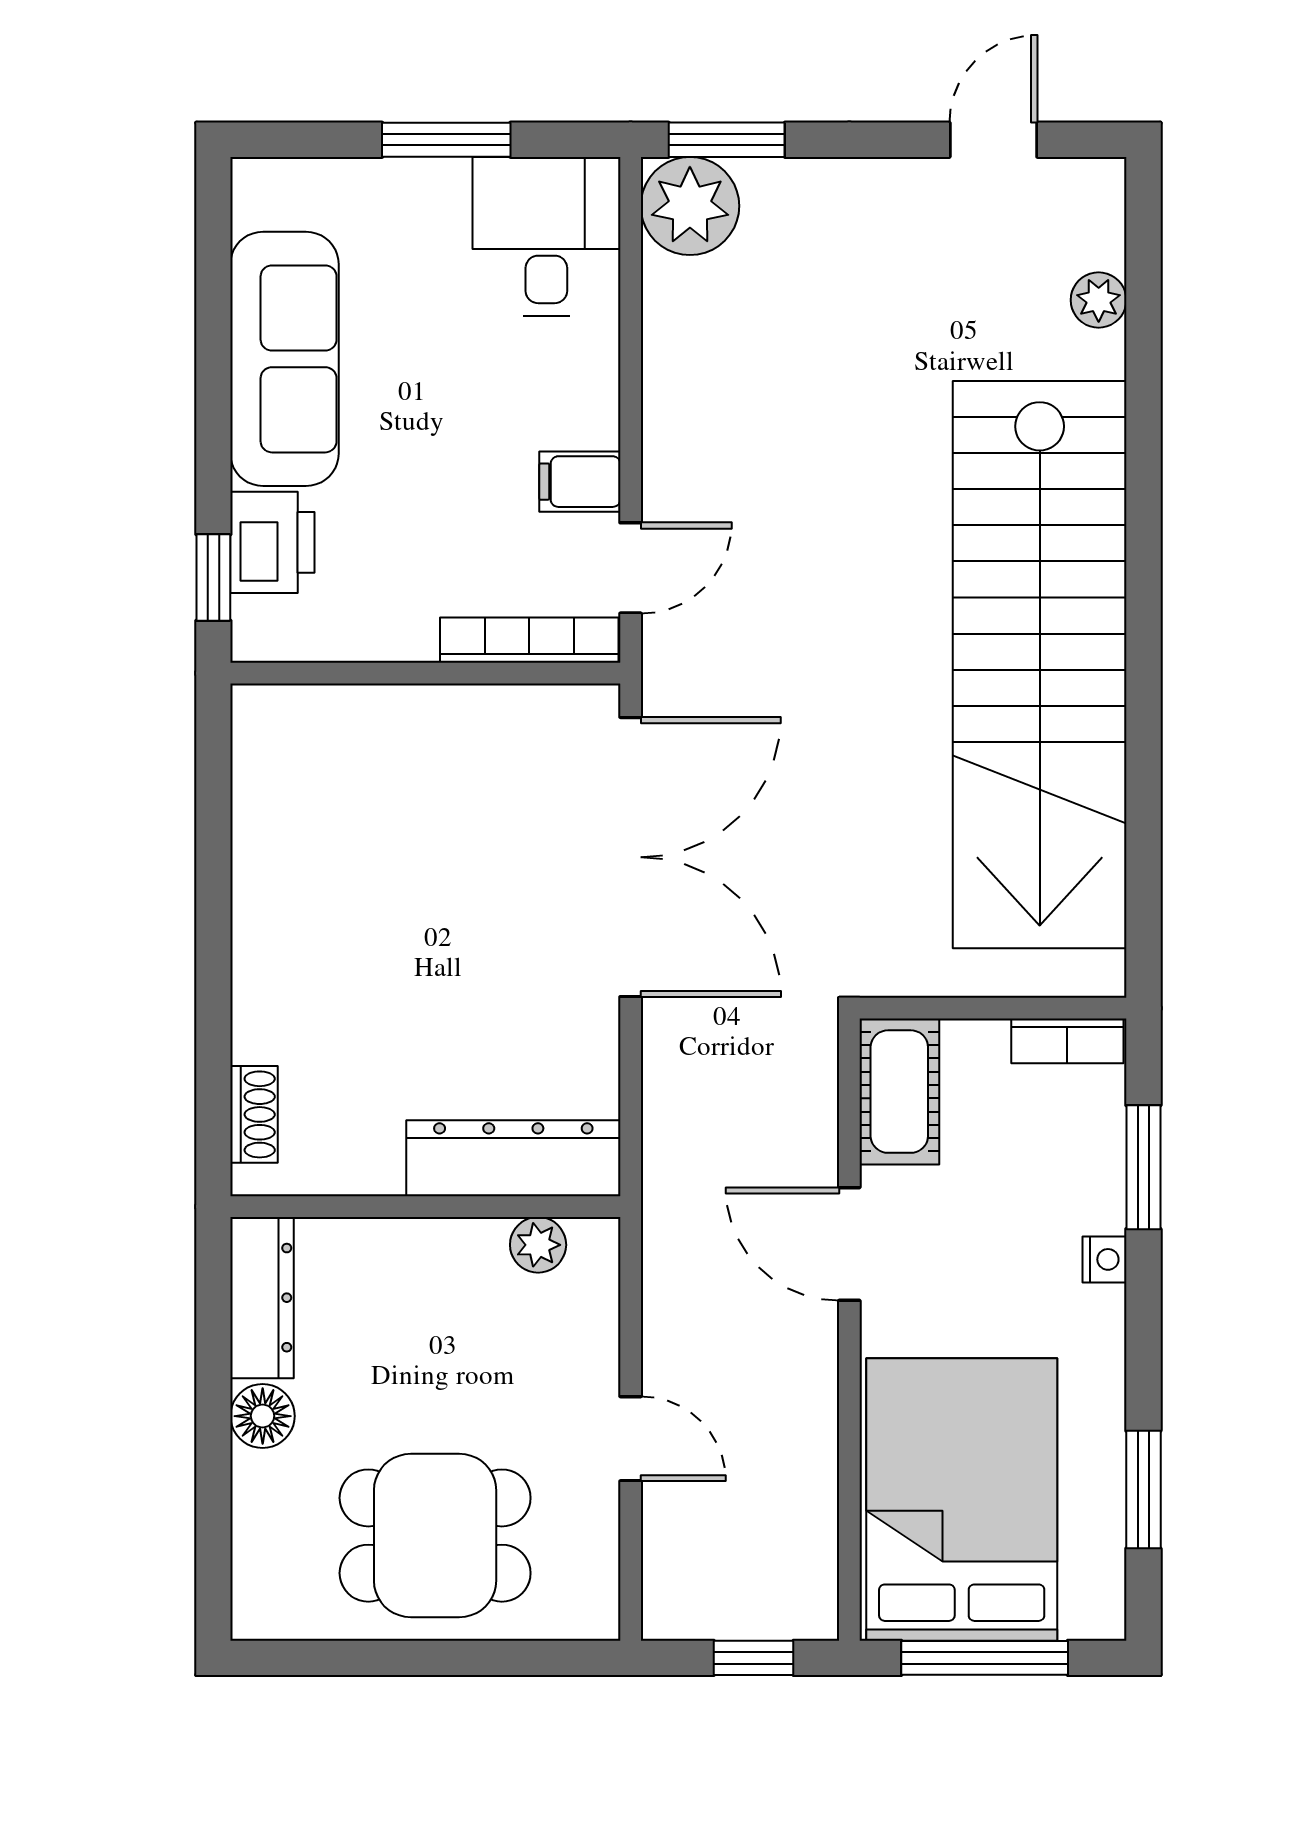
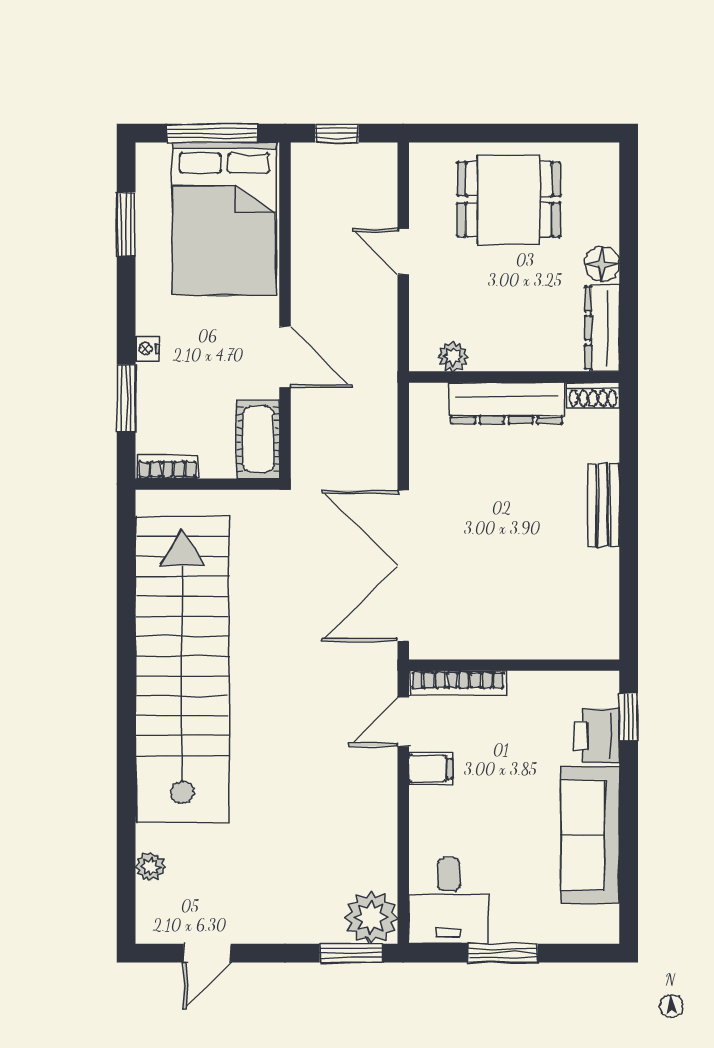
bench: (260, 969) -> (603, 505), added
shoe rack: (254, 1114) -> (593, 395), moved, turned -90
dresser: (513, 1158) -> (506, 403), moved

